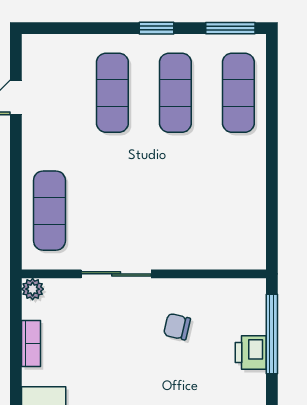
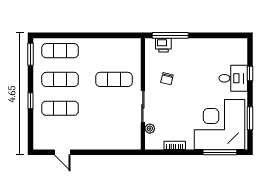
window: (156, 28) -> (31, 101), moved
exercise mat: (49, 211) -> (114, 79), moved
plant: (33, 289) -> (150, 129), moved
printer: (251, 352) -> (163, 45), moved

